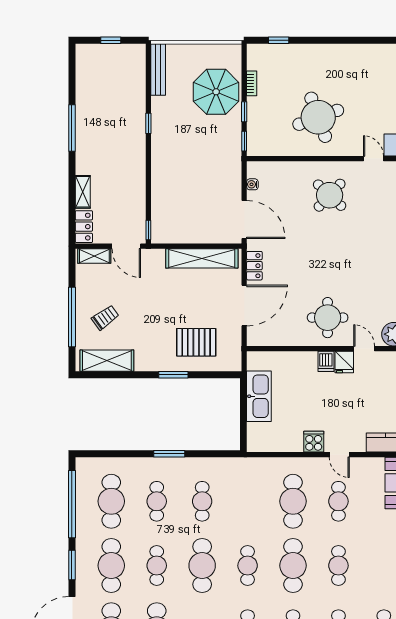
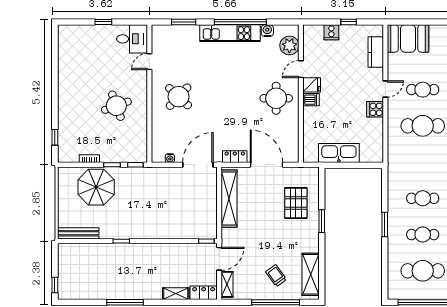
window: (111, 40) -> (55, 285), moved
round table: (318, 117) -> (116, 106), width x0.73, depth x0.73

